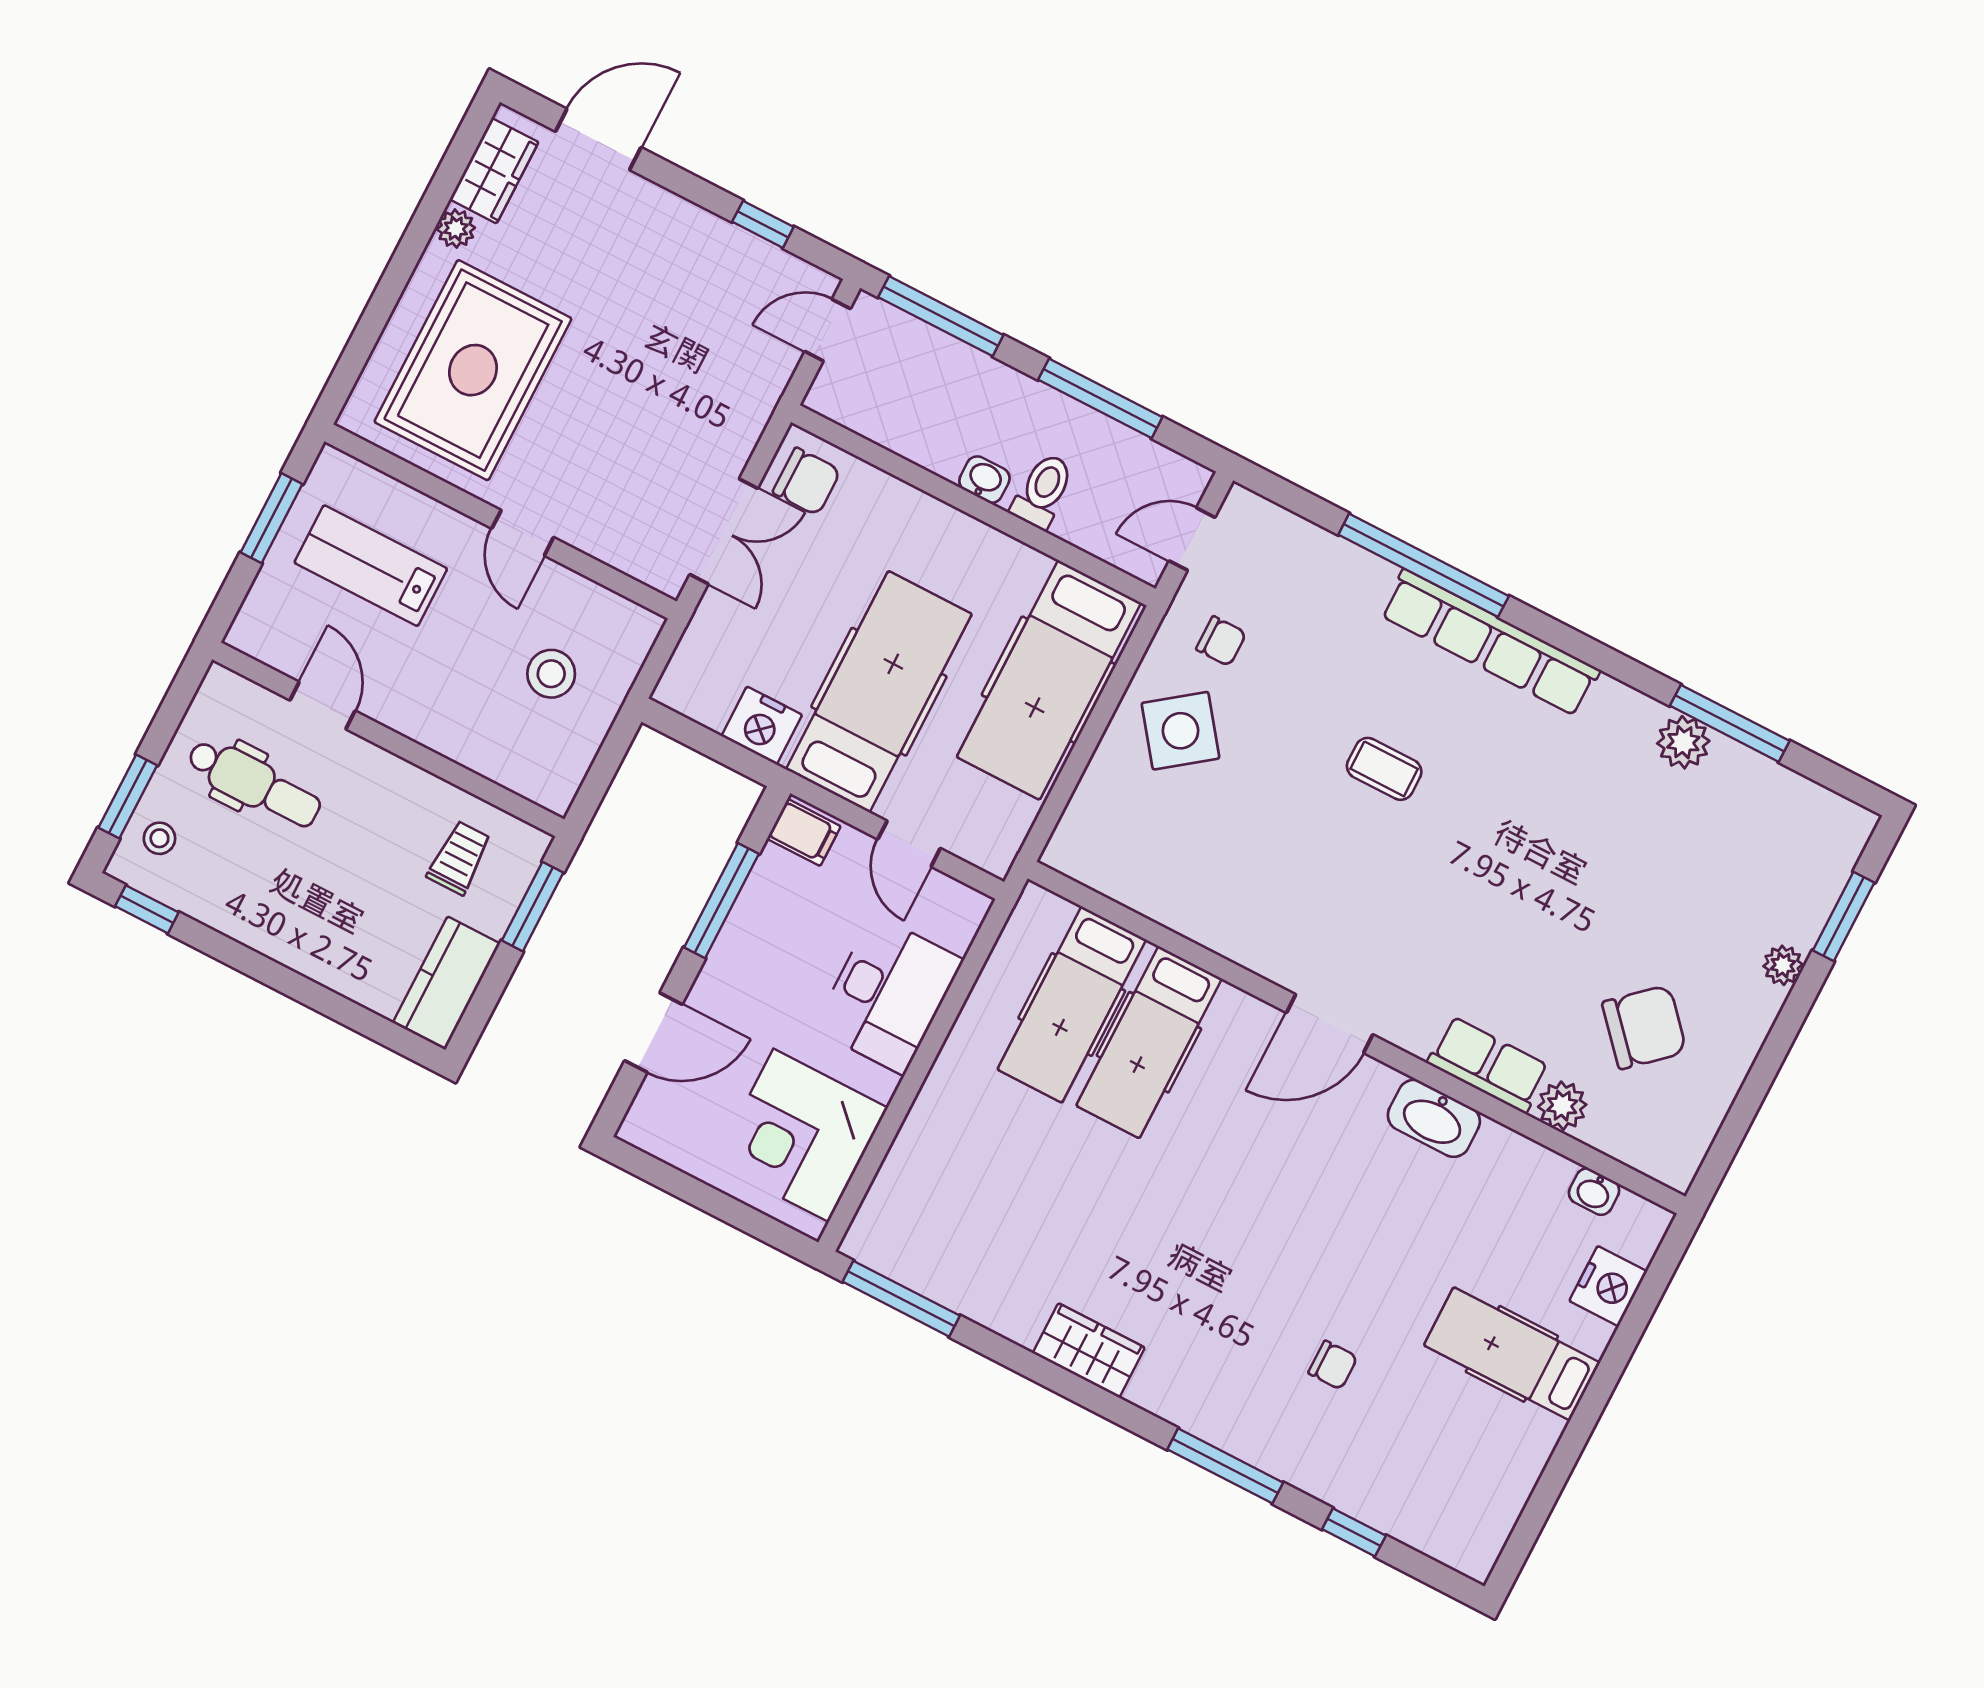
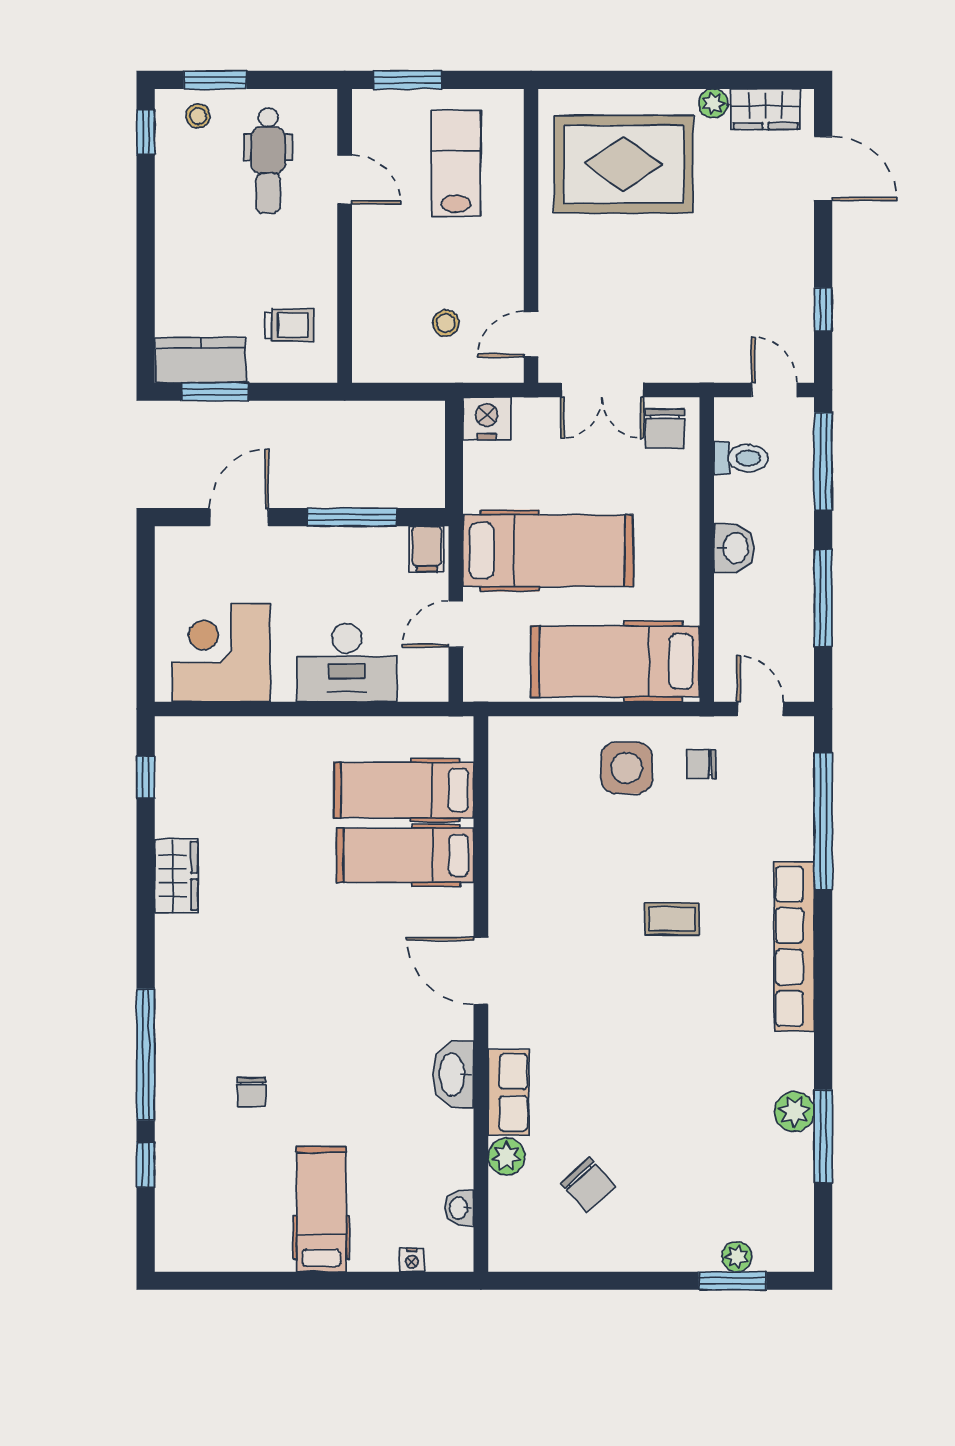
washbasin: (984, 480) -> (734, 548), width x1.38, depth x1.45
toilet: (1043, 491) -> (741, 458), moved
window: (271, 518) -> (407, 80), moved
door: (523, 533) -> (531, 334), moved
window: (1424, 565) -> (823, 821), moved
chair: (1221, 641) -> (701, 764), turned 90
stool: (551, 674) -> (446, 323), width x0.73, depth x0.73
door: (322, 705) -> (345, 180), hinge flipped
nightstand: (762, 725) -> (487, 418), moved, turned 90
side table: (1180, 731) -> (627, 768), turned 37
coffee table: (1384, 769) -> (672, 919), turned 90
window: (533, 907) -> (215, 392), moved
plant: (1783, 965) -> (737, 1257), moved
chair: (1644, 1027) -> (588, 1185), width x0.73, depth x0.73
door: (653, 1033) -> (239, 517), swing flipped
nightstand: (1608, 1286) -> (412, 1260), width x0.53, depth x0.56
window: (901, 1299) -> (146, 777), width x0.46
wardrobe: (1089, 1350) -> (176, 876), moved
window: (1225, 1466) -> (146, 1054), width x1.46

